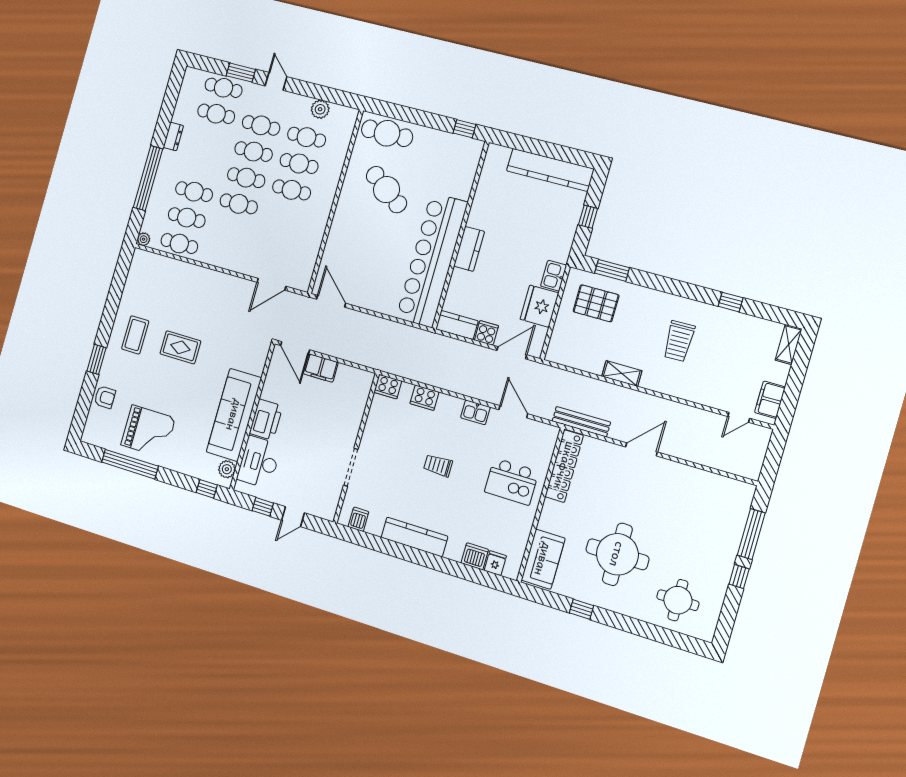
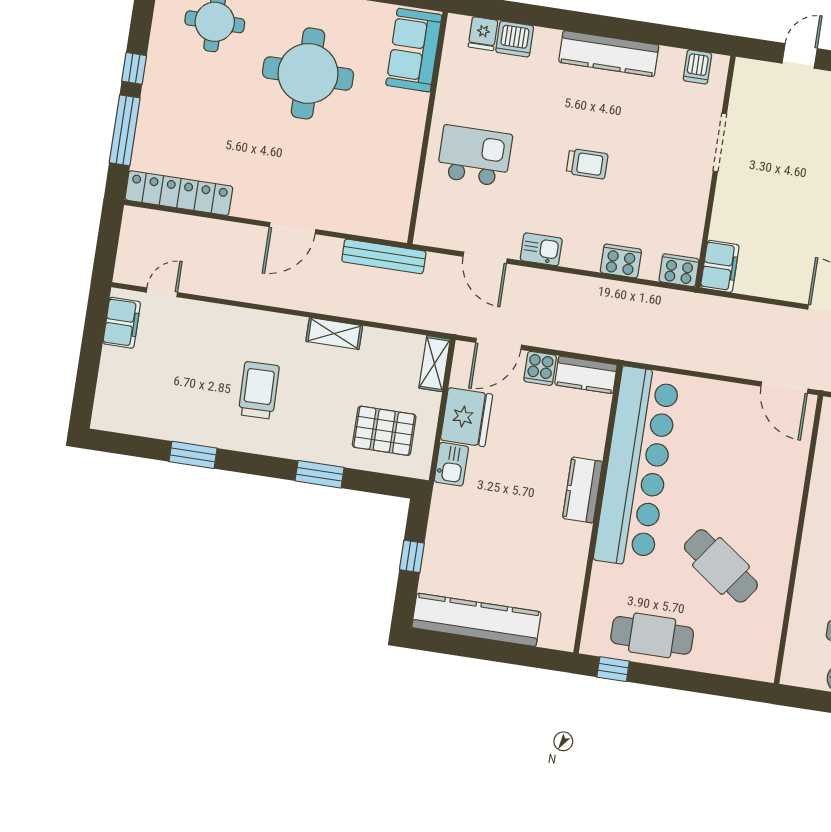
cafe table: (387, 133) -> (652, 635), moved
window: (612, 270) -> (320, 474), moved
window: (731, 302) -> (193, 455), width x1.50
shelving: (789, 344) -> (435, 364), moved
filing cabinet: (321, 368) -> (720, 266), moved, turned 90
locker: (564, 466) -> (179, 193), moved, turned 90

